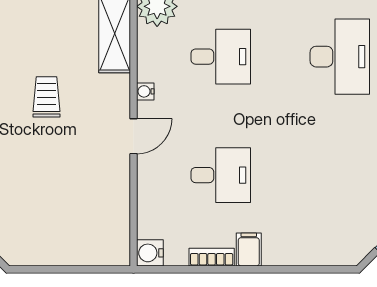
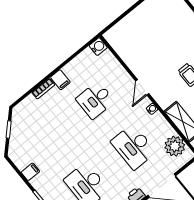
desk: (221, 57) -> (133, 147), width x1.37
bookcase: (212, 257) -> (43, 89), moved

